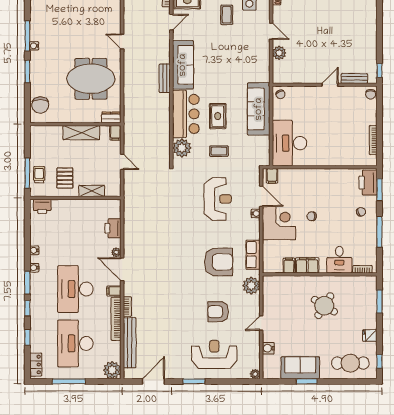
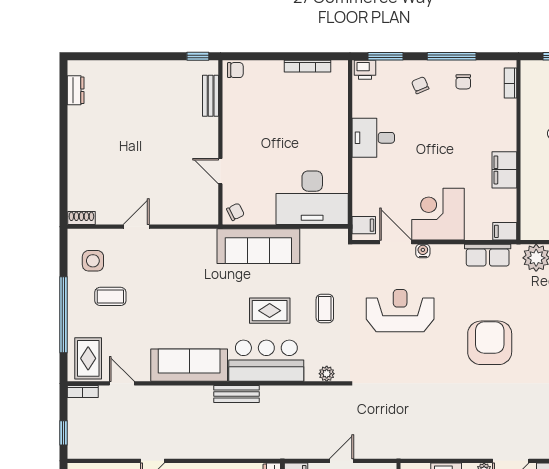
plant: (279, 53) -> (170, 214), removed
bench: (165, 78) -> (237, 394), moved
door: (330, 85) -> (220, 171), moved
plant: (182, 148) -> (327, 374), width x0.53, depth x0.53
printer: (368, 183) -> (365, 70), width x0.53, depth x0.68
door: (261, 196) -> (396, 242), hinge flipped
chair: (312, 216) -> (463, 82), moved
desk: (339, 260) -> (373, 138), moved, turned 180
armchair: (219, 262) -> (490, 343), moved
filing cabinet: (289, 266) -> (505, 231), moved

